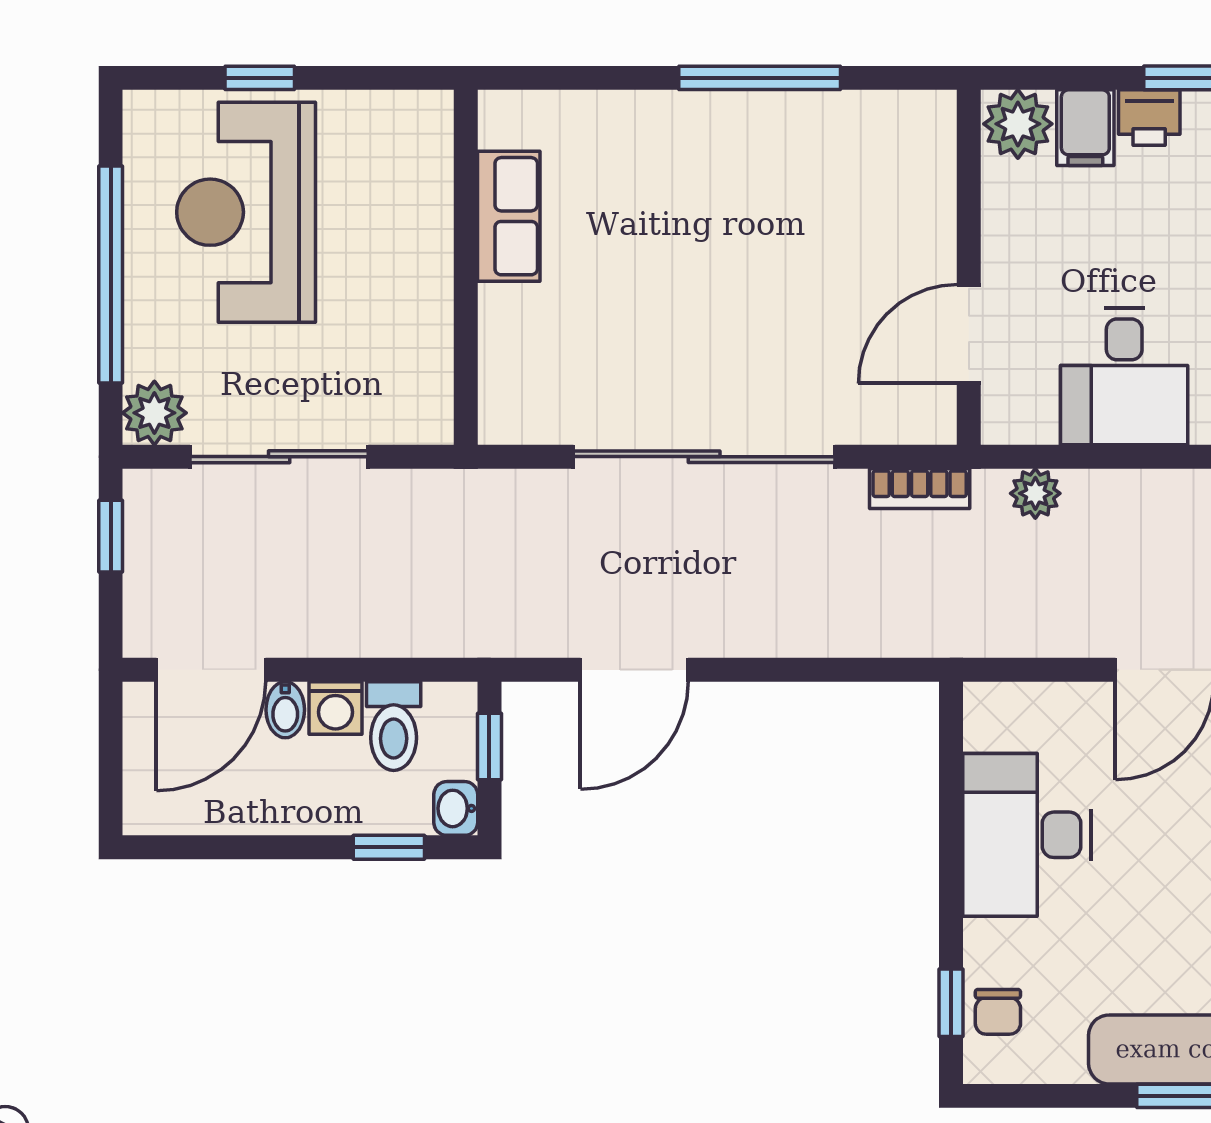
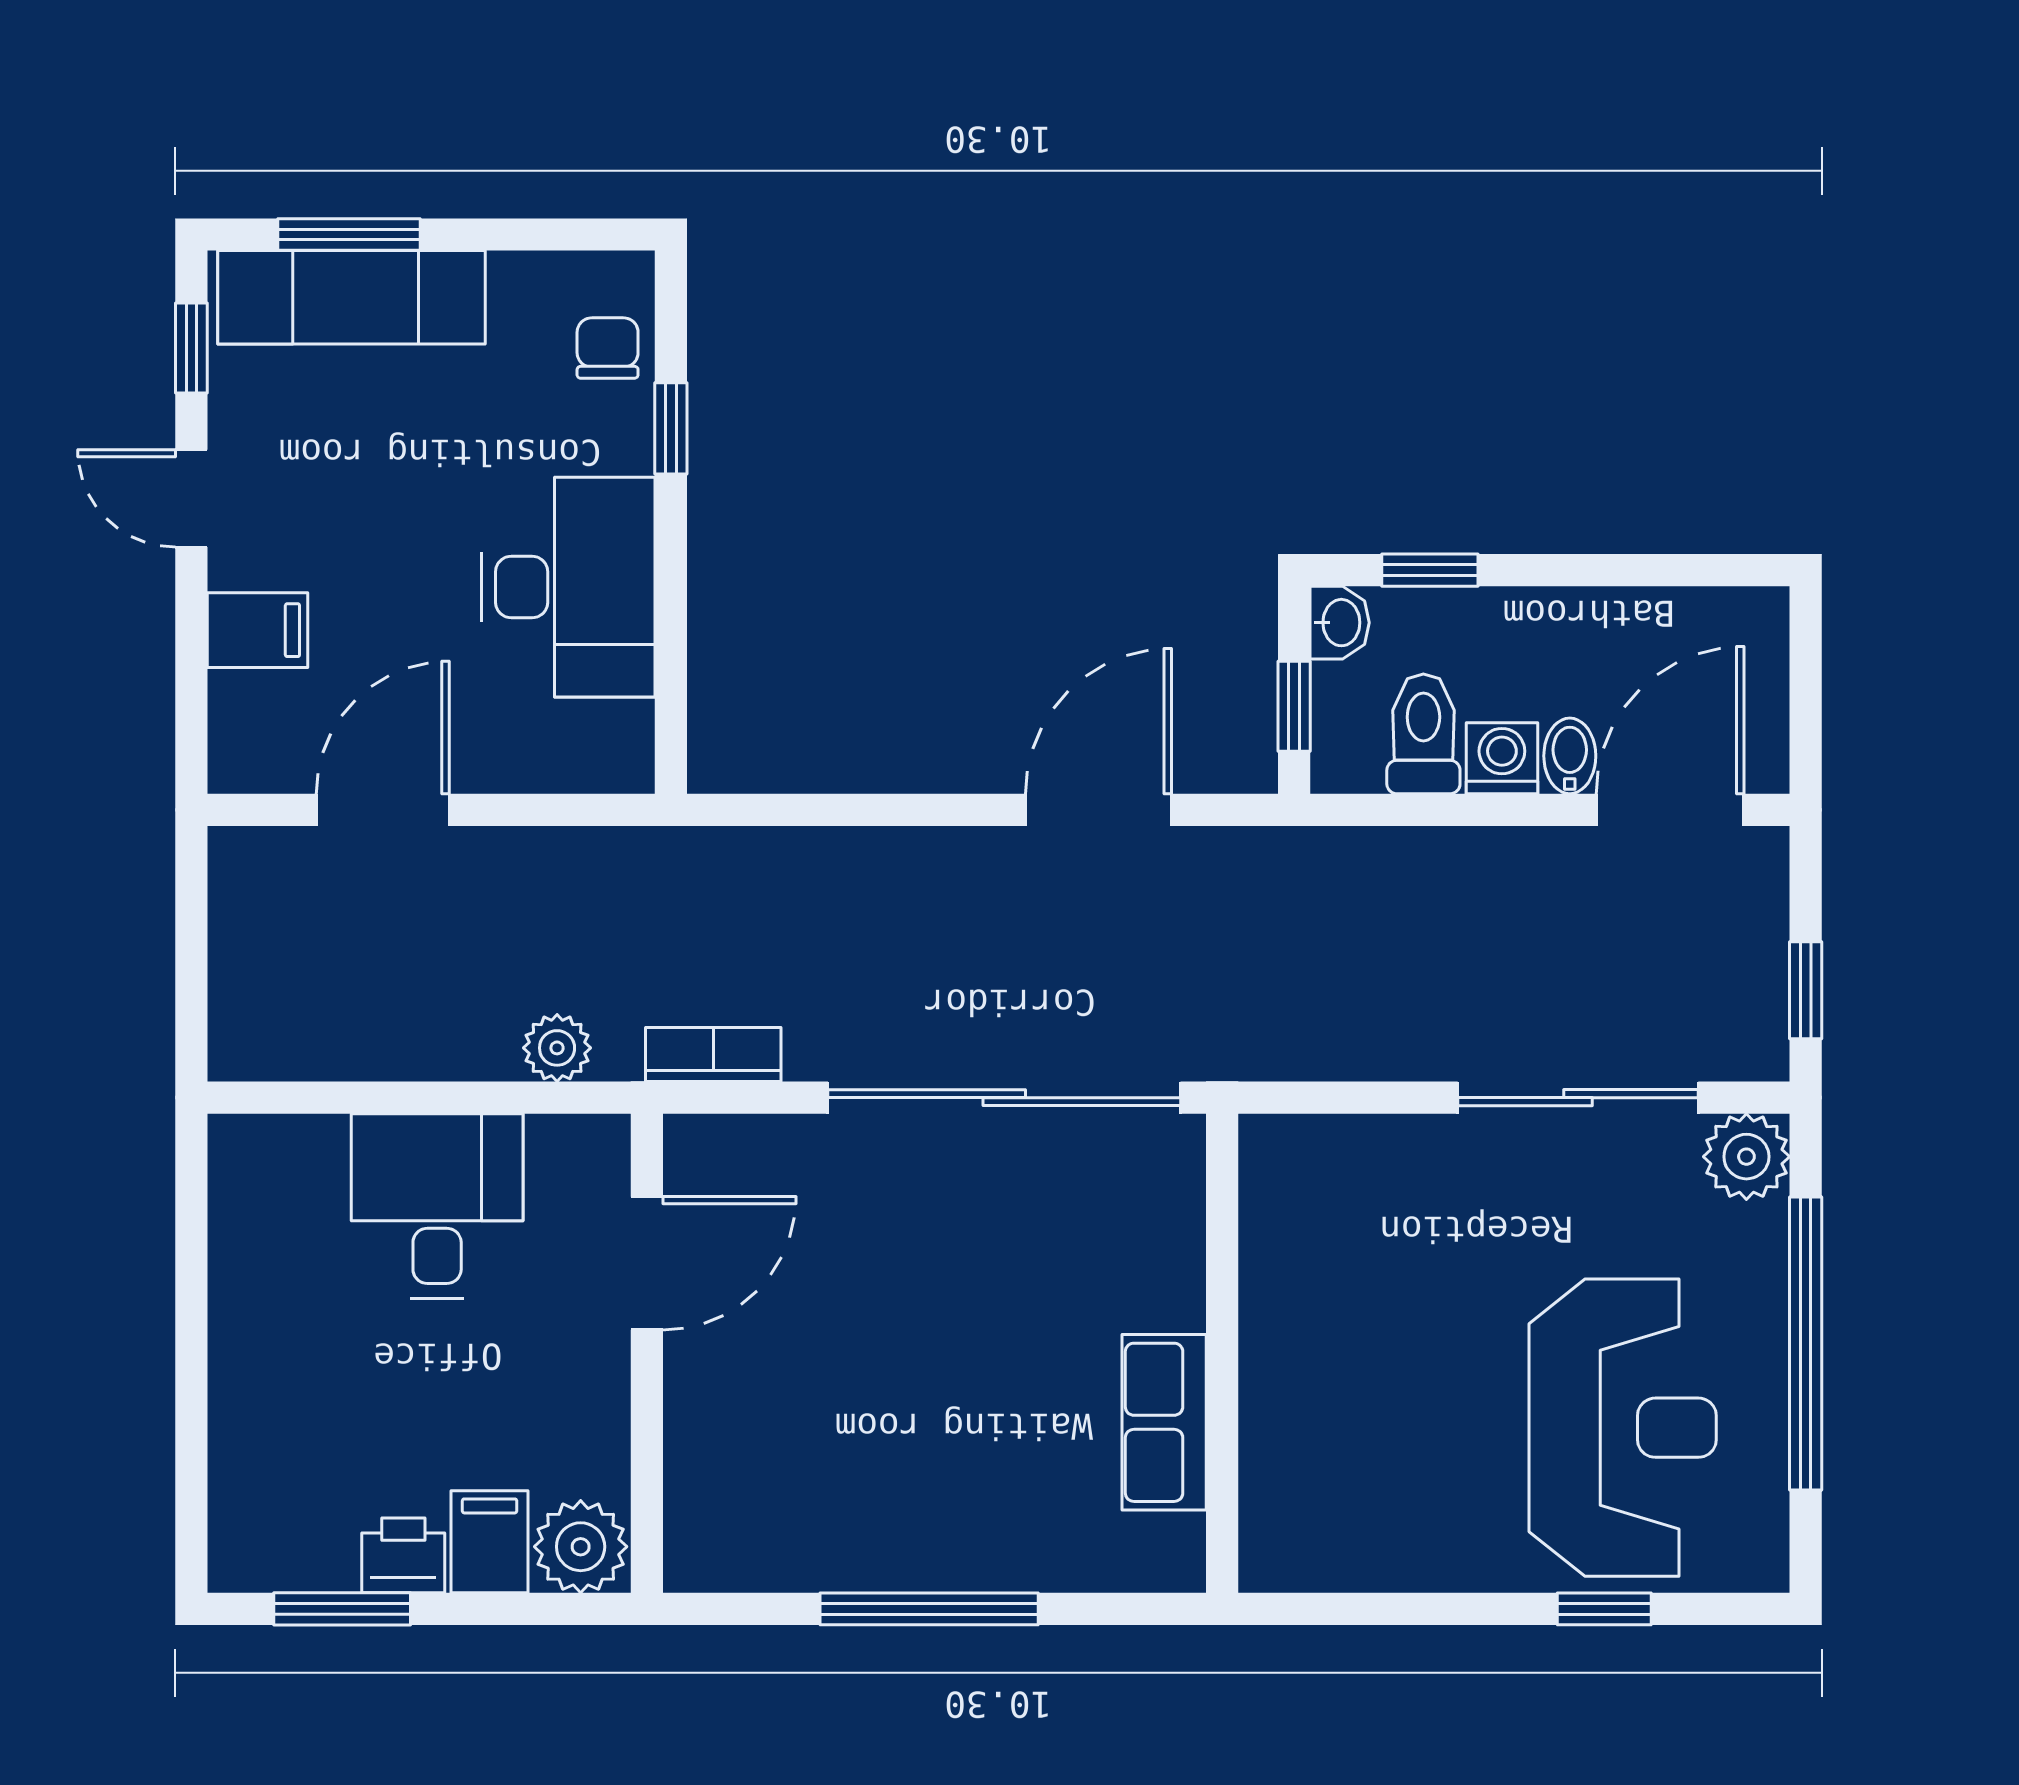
row of seats: (509, 216) -> (1164, 1422), moved
wall: (466, 267) -> (1222, 1353), moved
window: (951, 1003) -> (671, 428), moved

